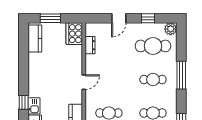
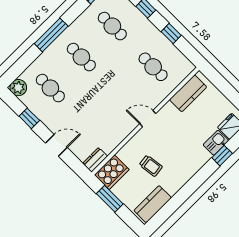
window: (50, 18) -> (110, 199), moved
dresser: (90, 45) -> (95, 160), moved
cafe table: (153, 46) -> (50, 88), width x0.73, depth x0.74
trolley: (57, 58) -> (151, 166), added

